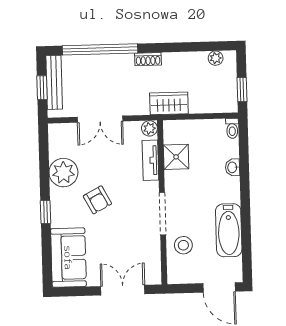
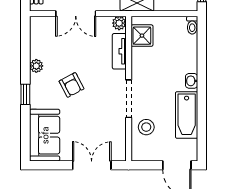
shower: (176, 157) -> (142, 36), moved
washbasin: (233, 167) -> (192, 81), moved
plant: (63, 173) -> (36, 66), width x0.53, depth x0.53

